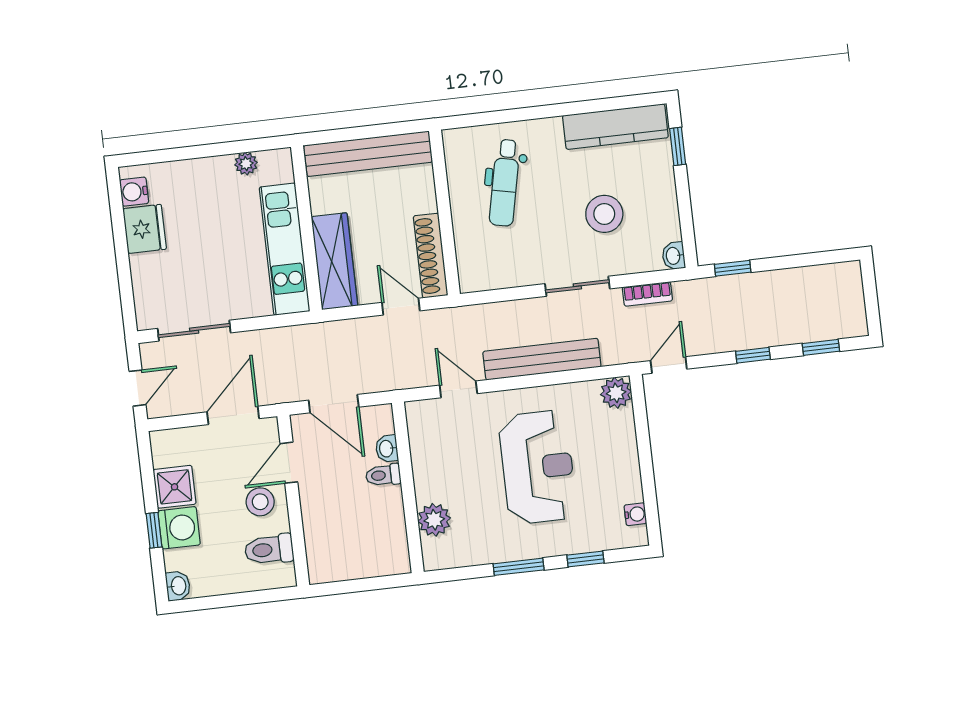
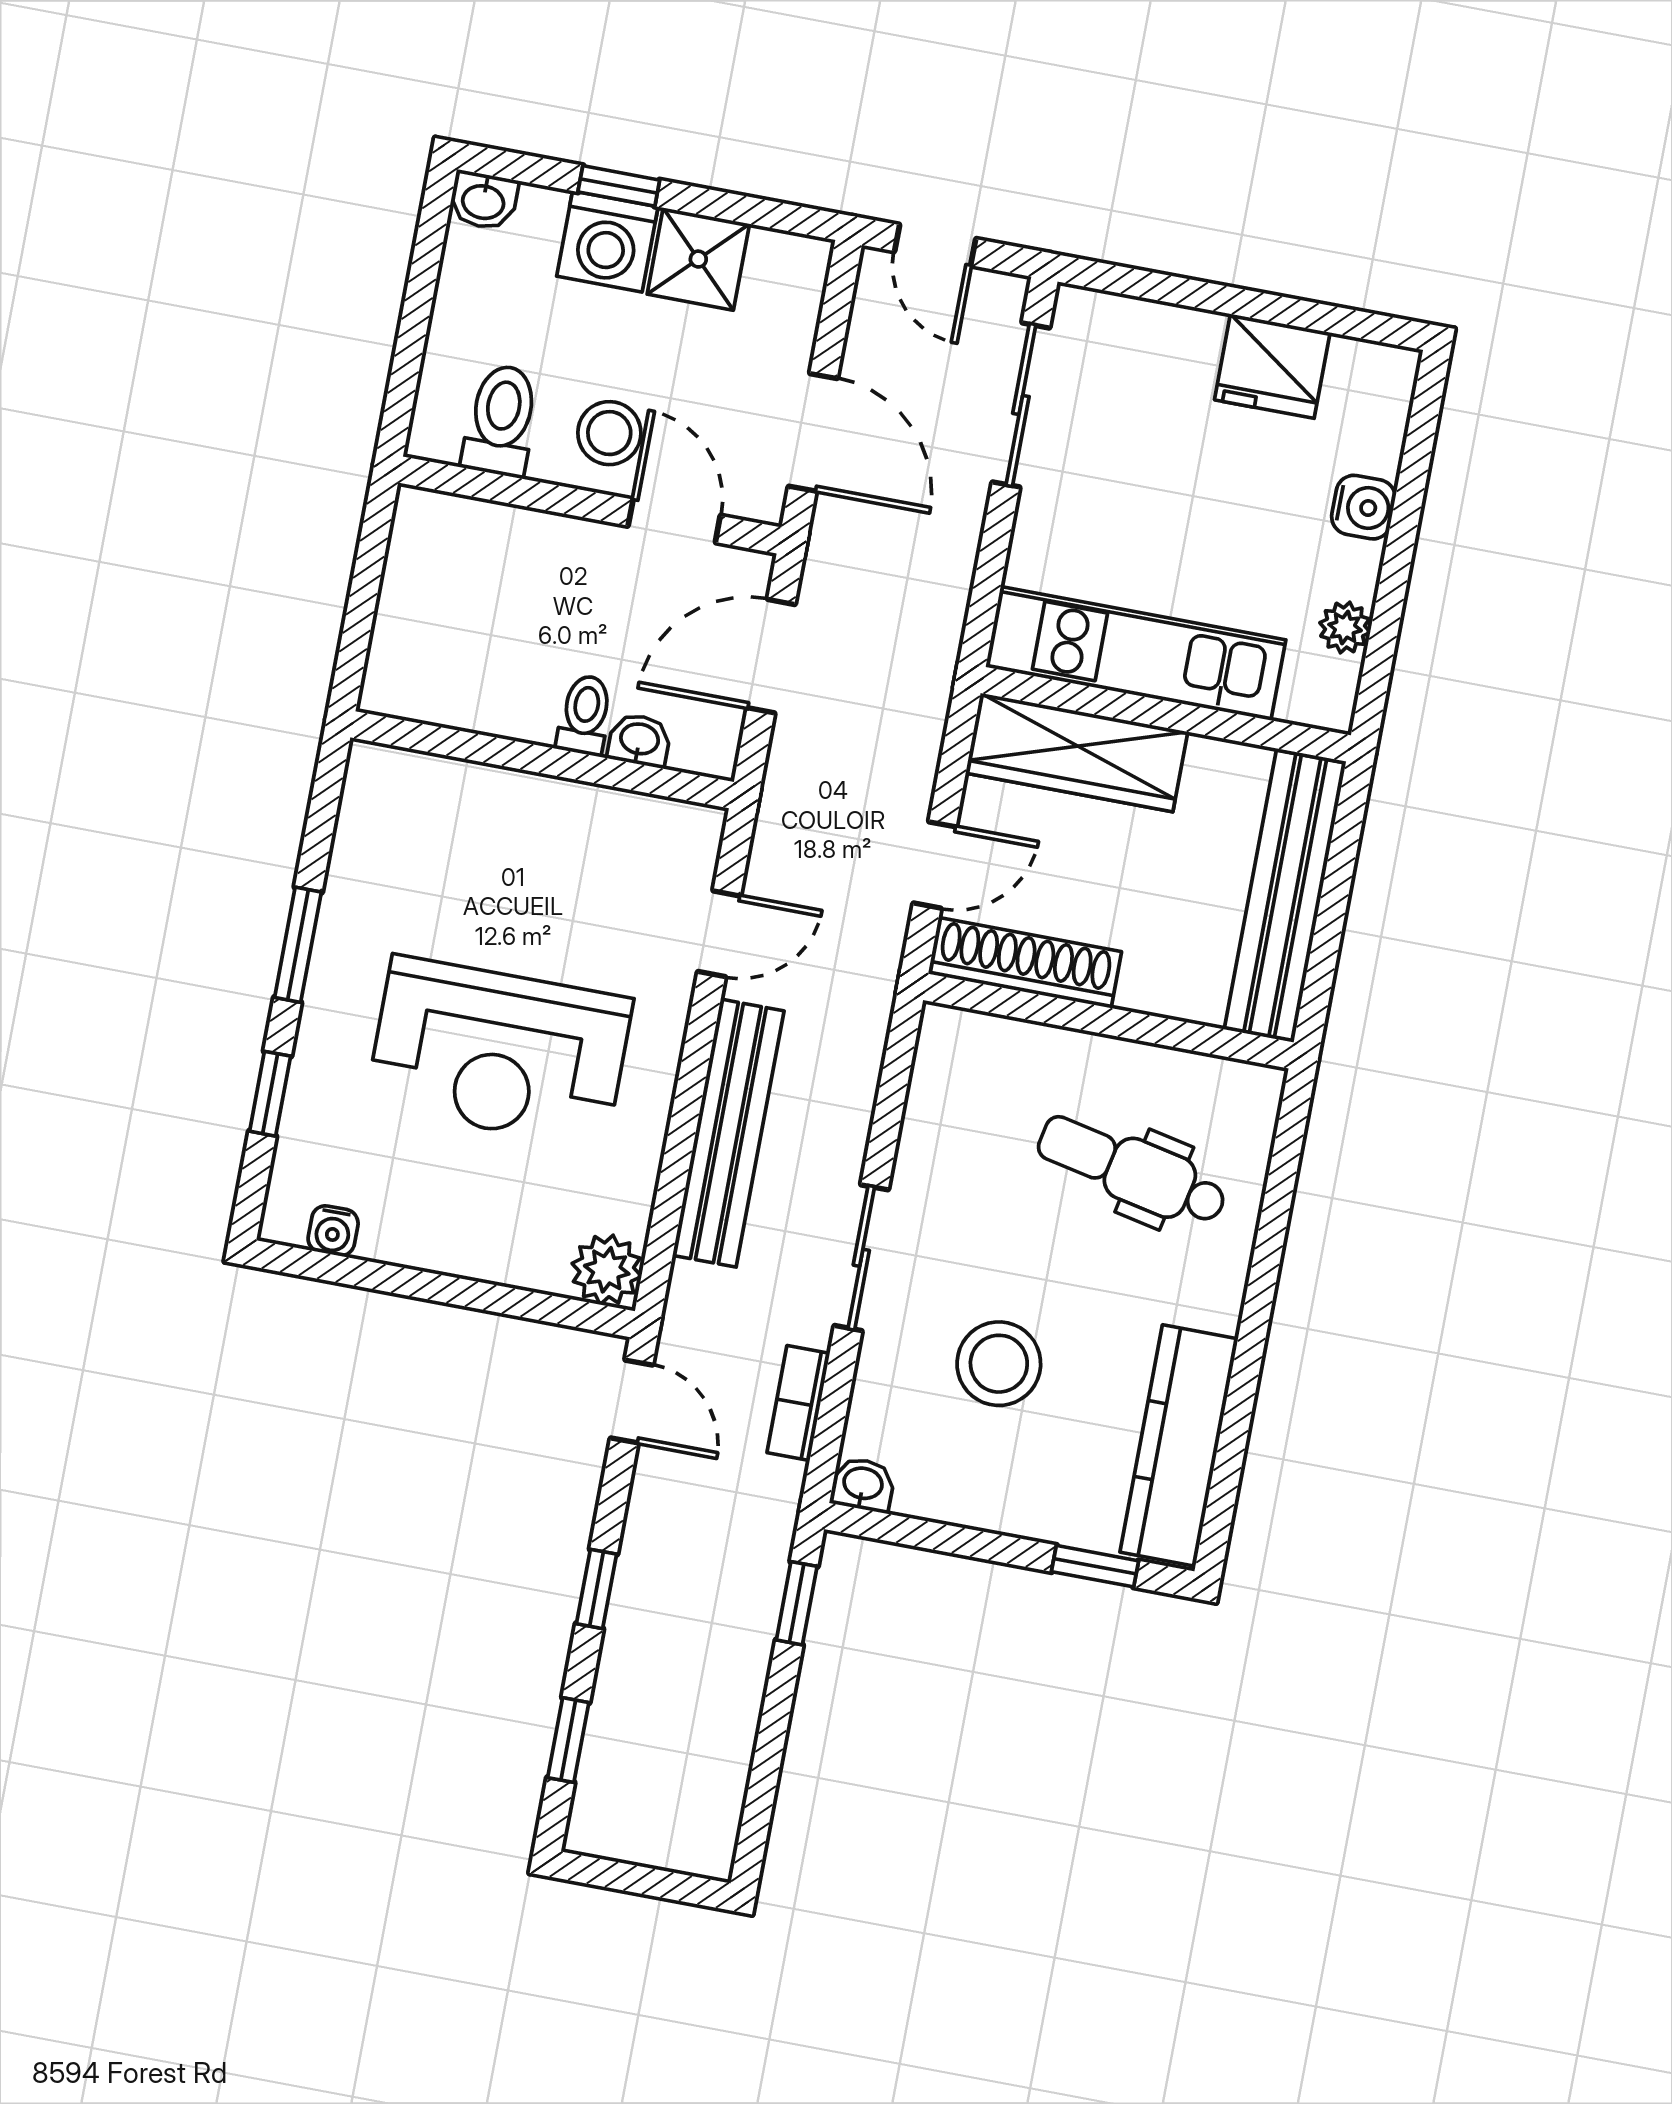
water cooler: (134, 192) -> (1363, 507), moved, turned 90
plant: (434, 520) -> (455, 795), removed

